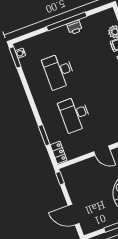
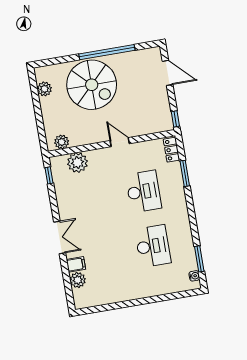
window: (67, 21) -> (133, 303), removed
printer: (75, 27) -> (124, 294), removed
window: (15, 57) -> (199, 259), moved

